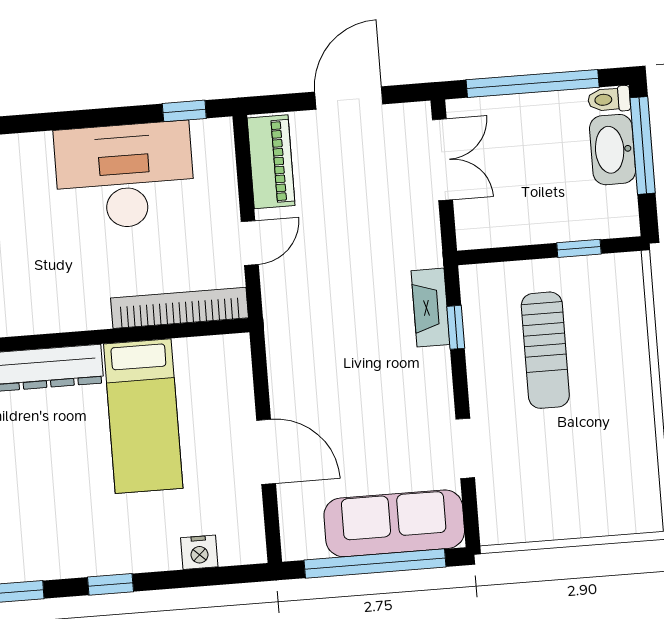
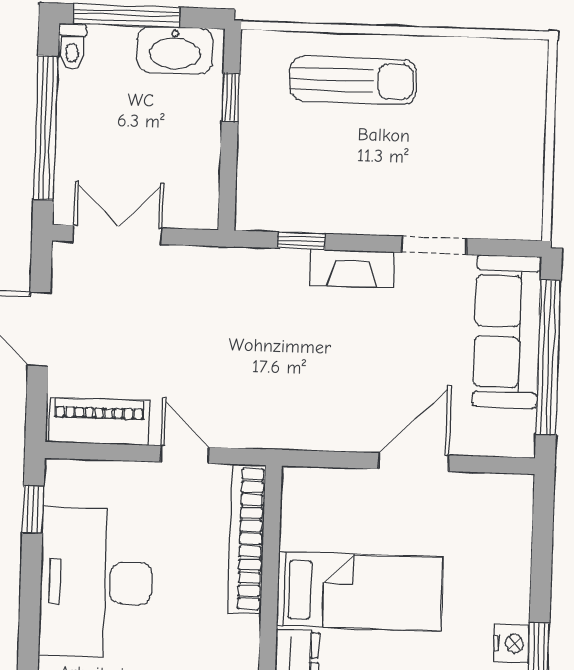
washbasin: (613, 150) -> (175, 50), moved
fireplace: (430, 308) -> (352, 268), moved
sun lounger: (545, 350) -> (353, 80), moved
nightstand: (199, 552) -> (511, 643), moved

